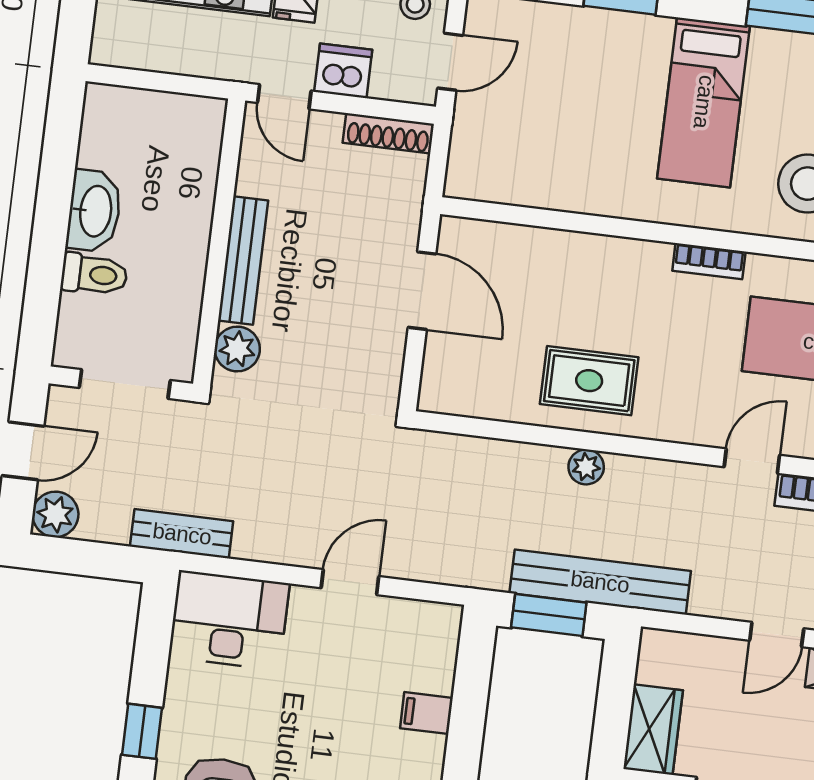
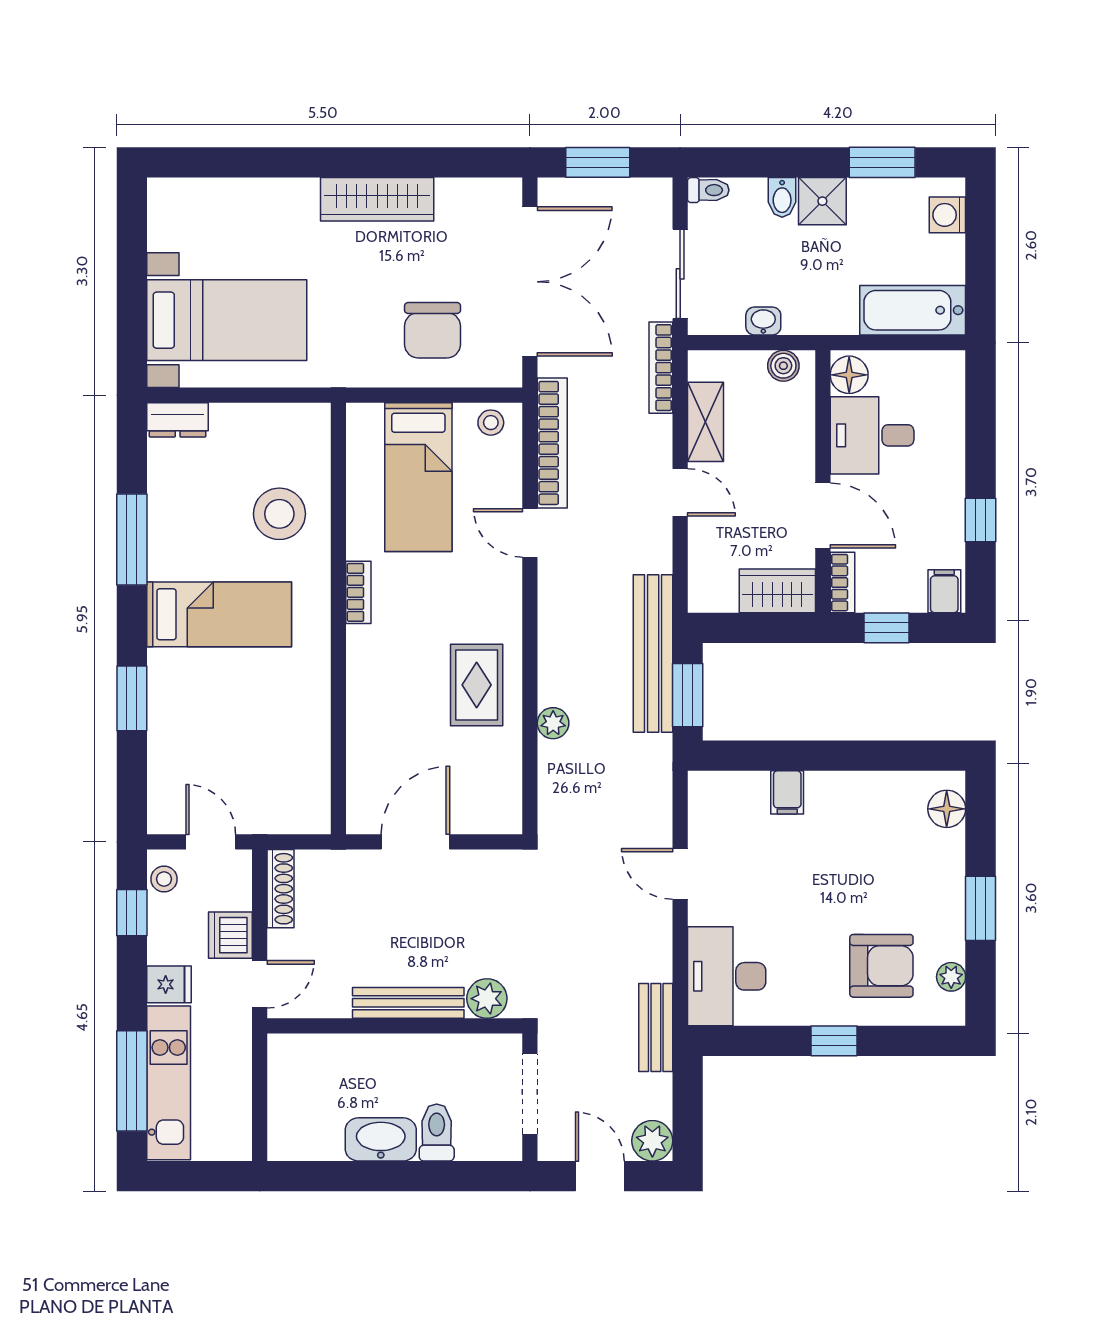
plant: (586, 467) -> (553, 723), moved

